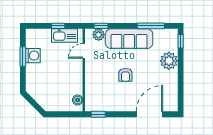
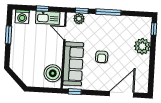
window: (151, 26) -> (108, 12), moved
sofa: (129, 39) -> (73, 64), moved, turned -90
door: (84, 51) -> (65, 33), hinge flipped
washing machine: (33, 56) -> (22, 17), moved, turned 90
boiler: (78, 100) -> (53, 73), width x1.86, depth x1.86

